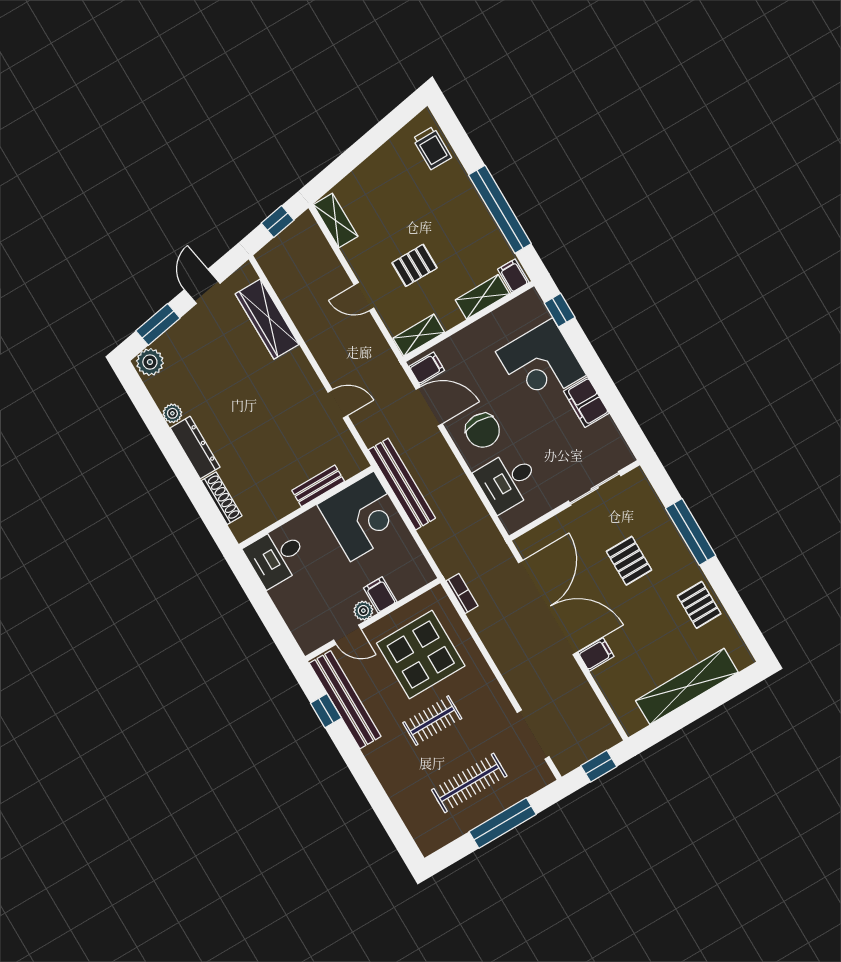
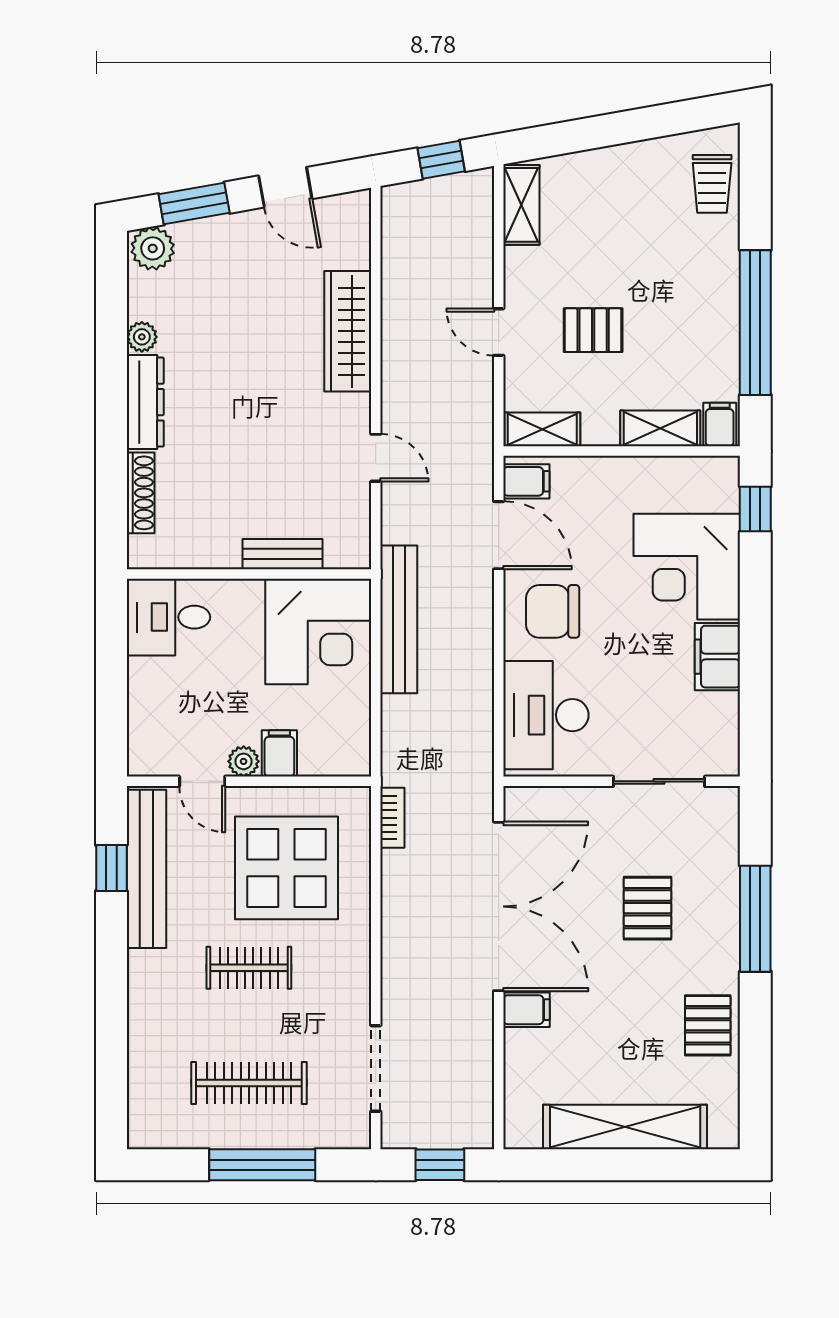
door: (202, 286) -> (285, 187), swing flipped
wardrobe: (267, 319) -> (348, 331), moved
chair: (483, 430) -> (553, 611), turned 90
desk: (507, 481) -> (546, 715), width x1.37

